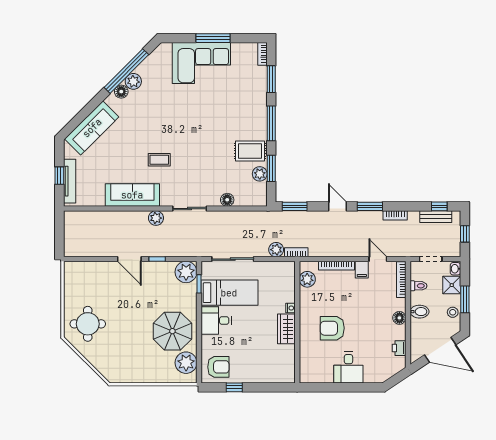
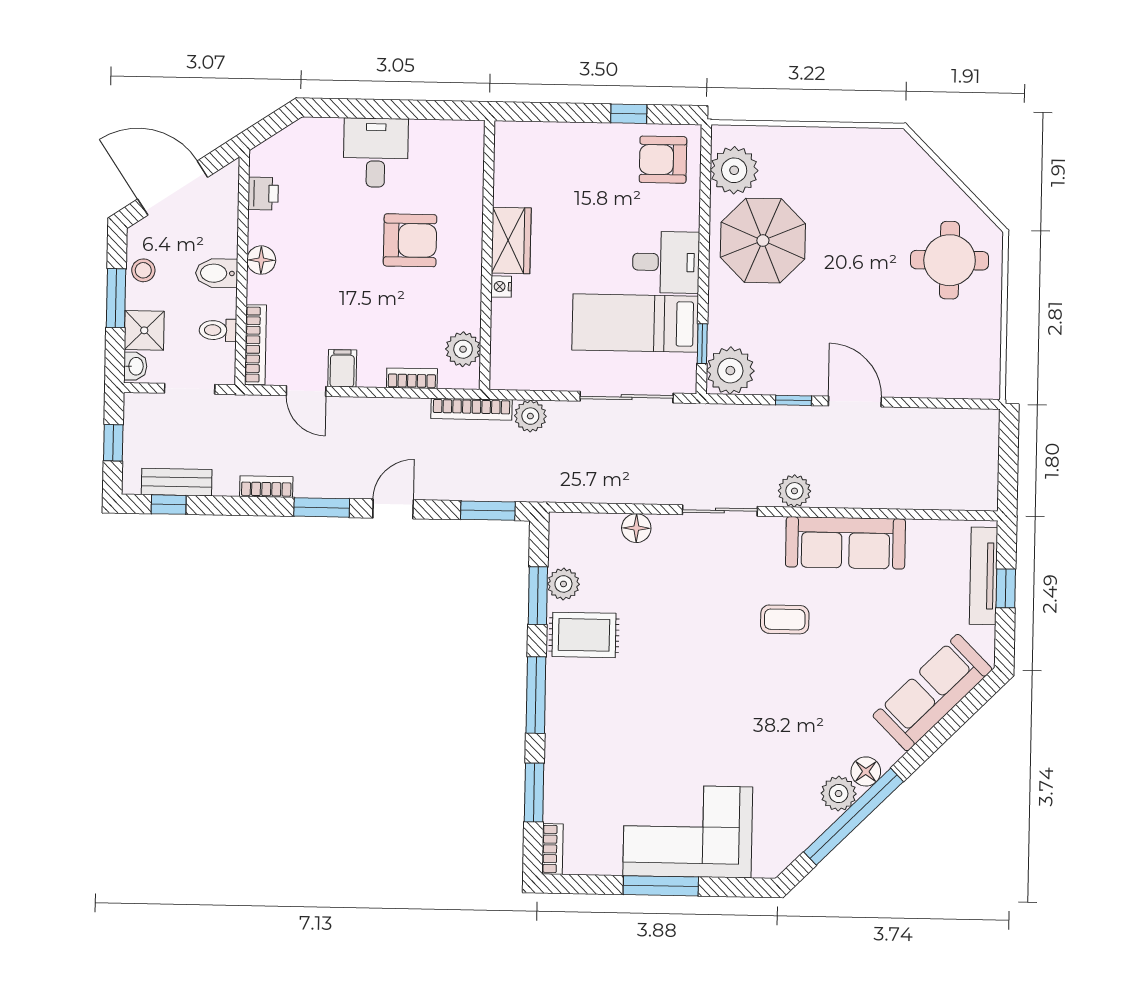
door: (338, 206) -> (393, 509), swing flipped
bookcase: (296, 252) -> (472, 409), width x1.56
bookcase: (337, 266) -> (412, 378), width x0.64

